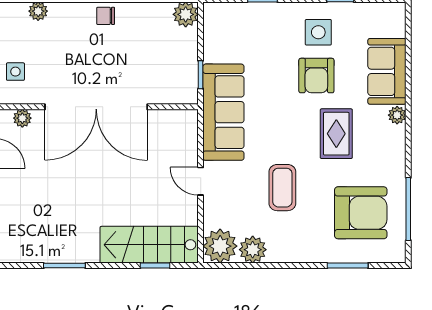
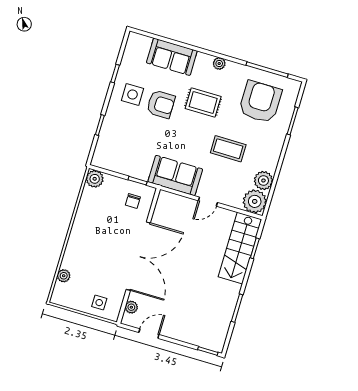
chair: (106, 16) -> (133, 201), moved
sofa: (223, 112) -> (175, 175), width x0.73
plant: (397, 115) -> (219, 64), moved

